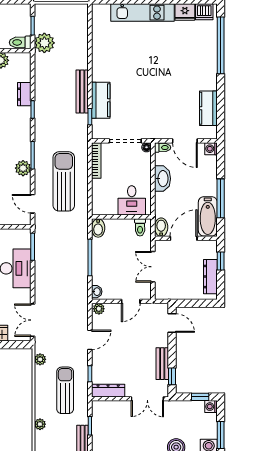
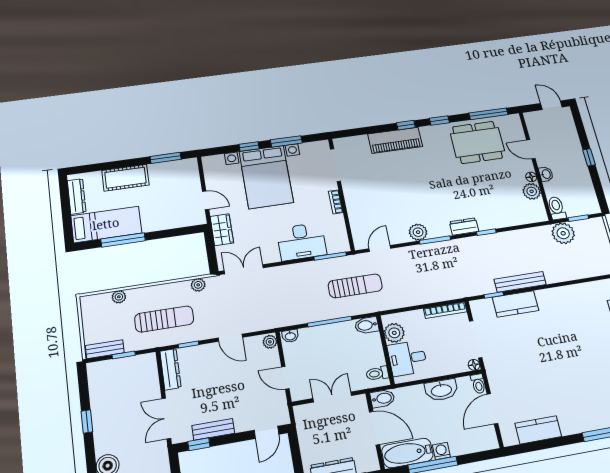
dresser: (24, 94) -> (464, 227), moved
washing machine: (211, 149) -> (441, 451), moved
sun lounger: (64, 181) -> (355, 286), moved, width x0.73, depth x0.75
plant: (108, 207) -> (394, 333), added

